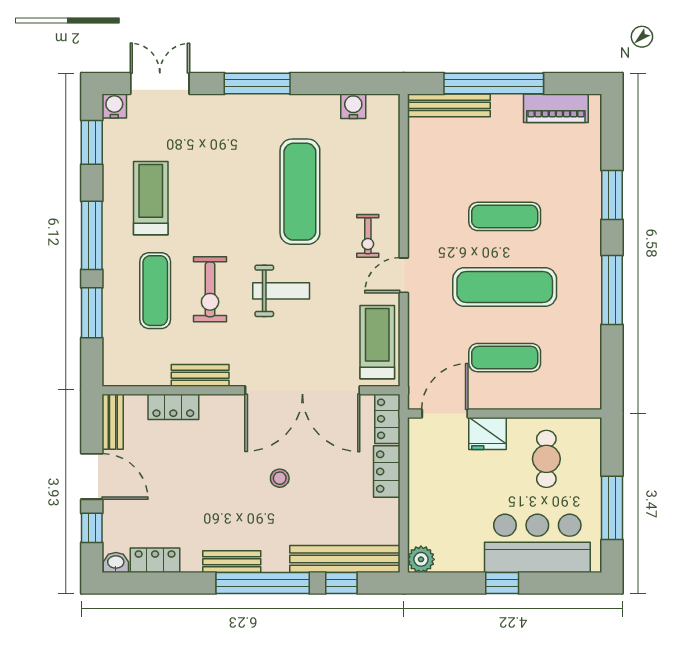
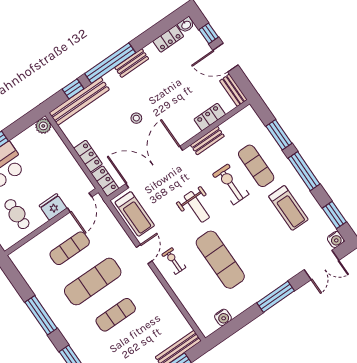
weight bench: (281, 291) -> (197, 207), turned -90

